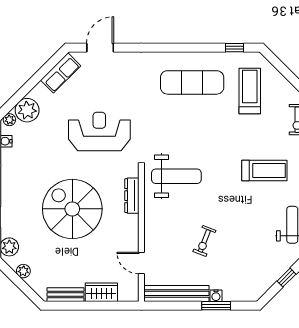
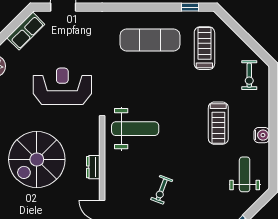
treadmill: (264, 170) -> (218, 123), turned 90
dresser: (132, 196) -> (93, 167), moved, width x0.70
spiral stairs: (72, 209) -> (37, 160), turned -90

